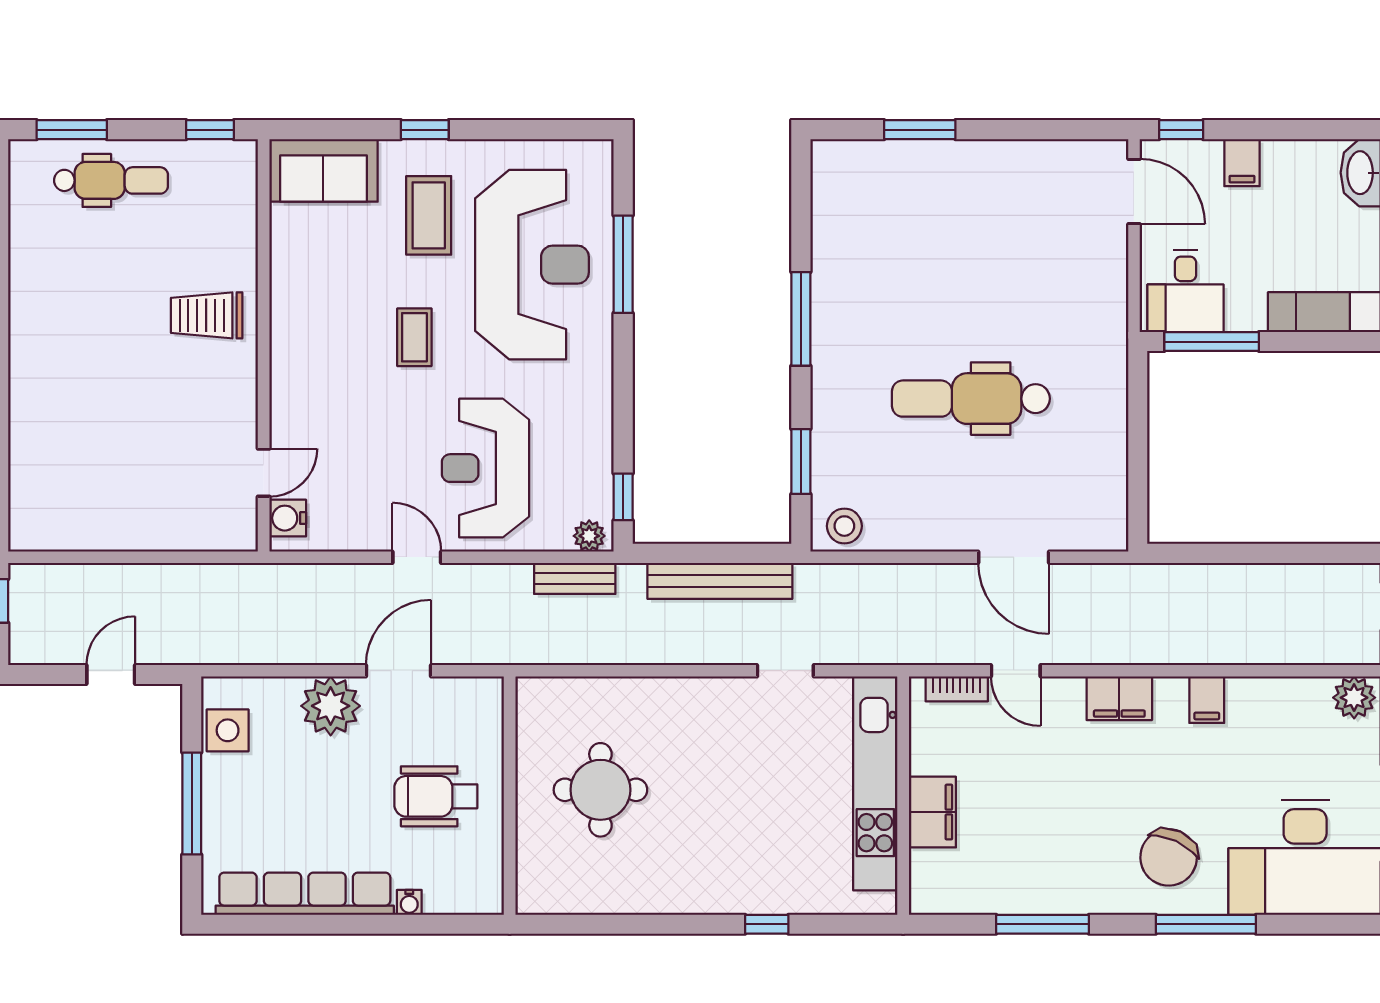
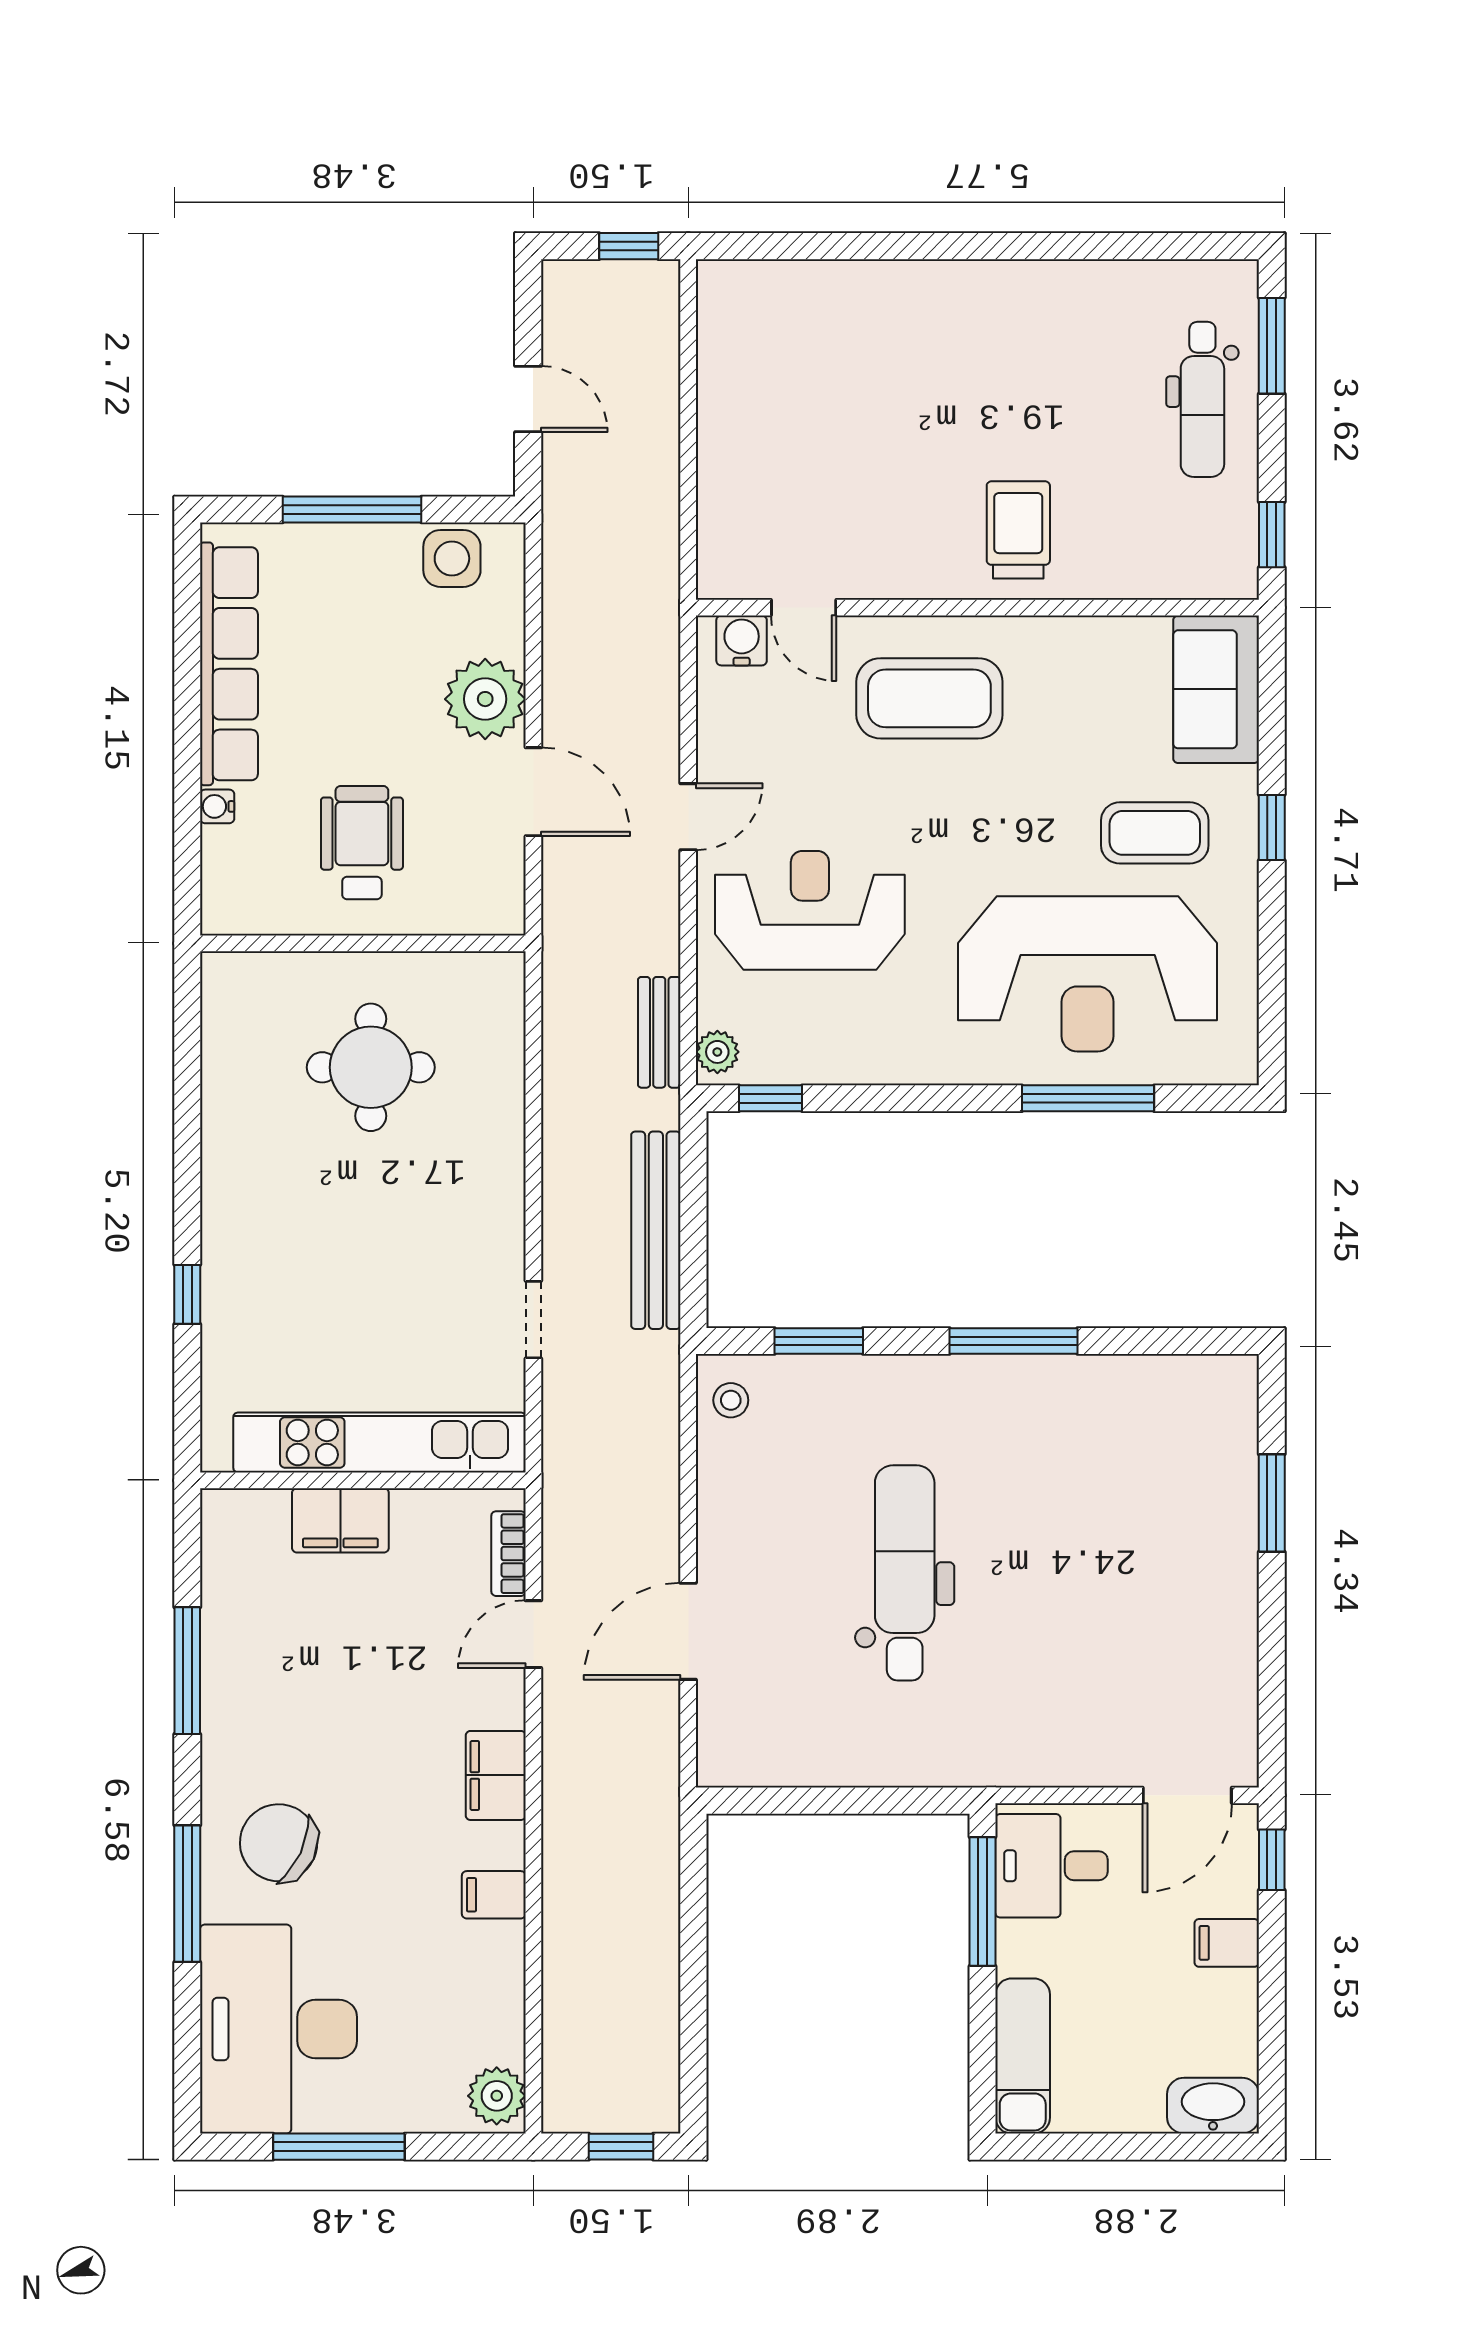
coffee table: (414, 337) -> (929, 698), moved, width x1.86, depth x1.72
stool: (844, 526) -> (731, 1400), width x0.73, depth x0.73

